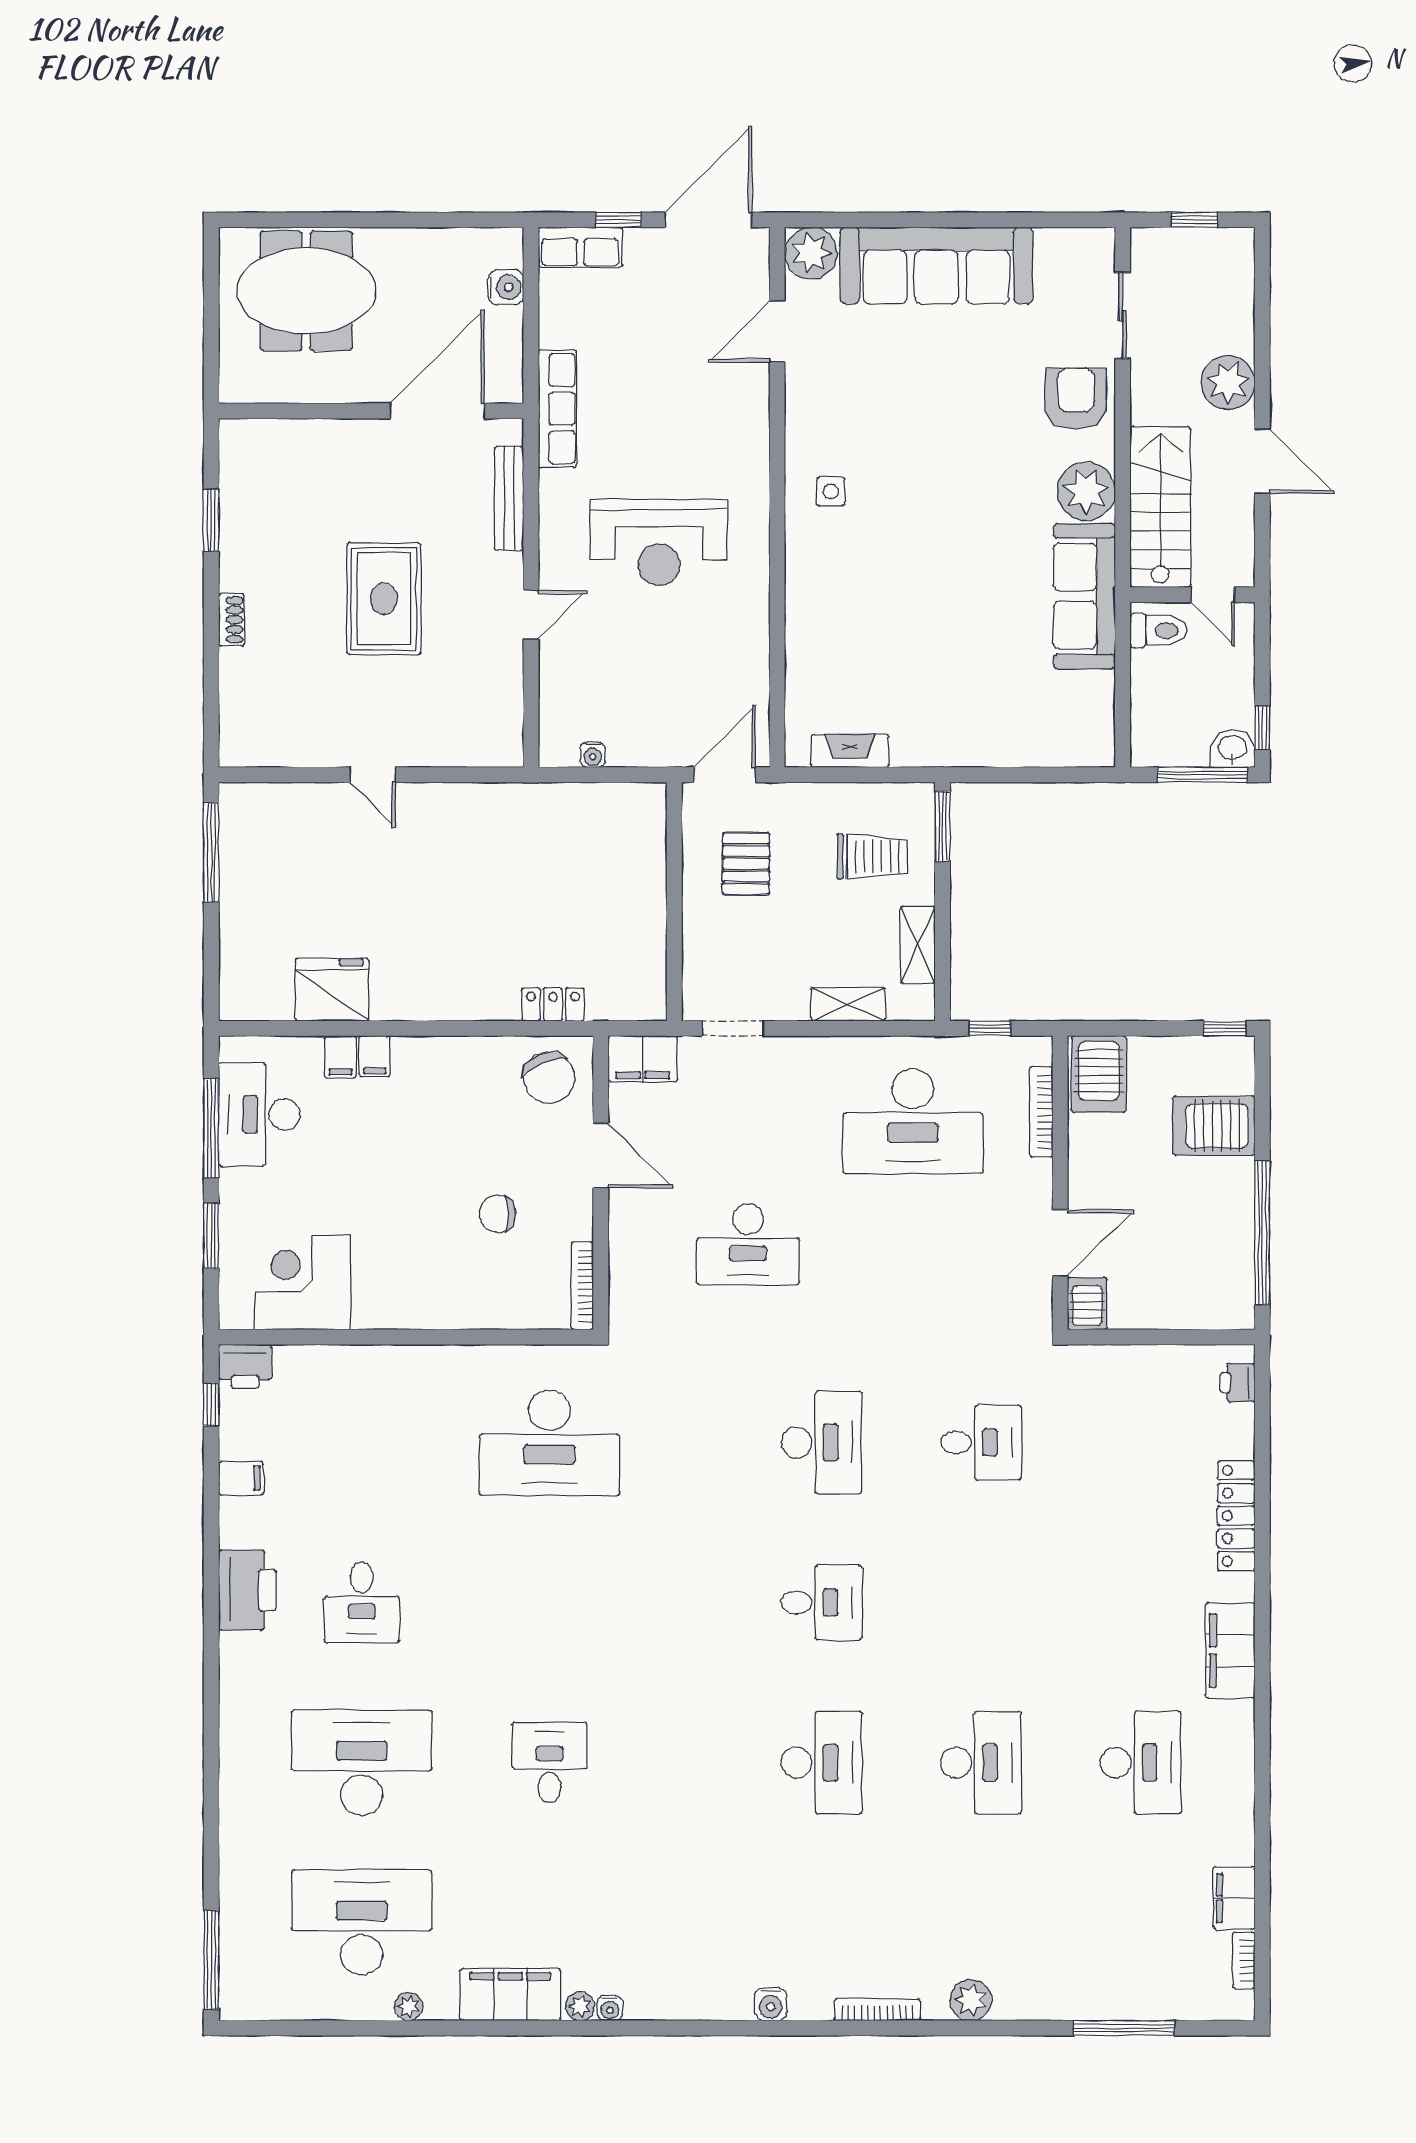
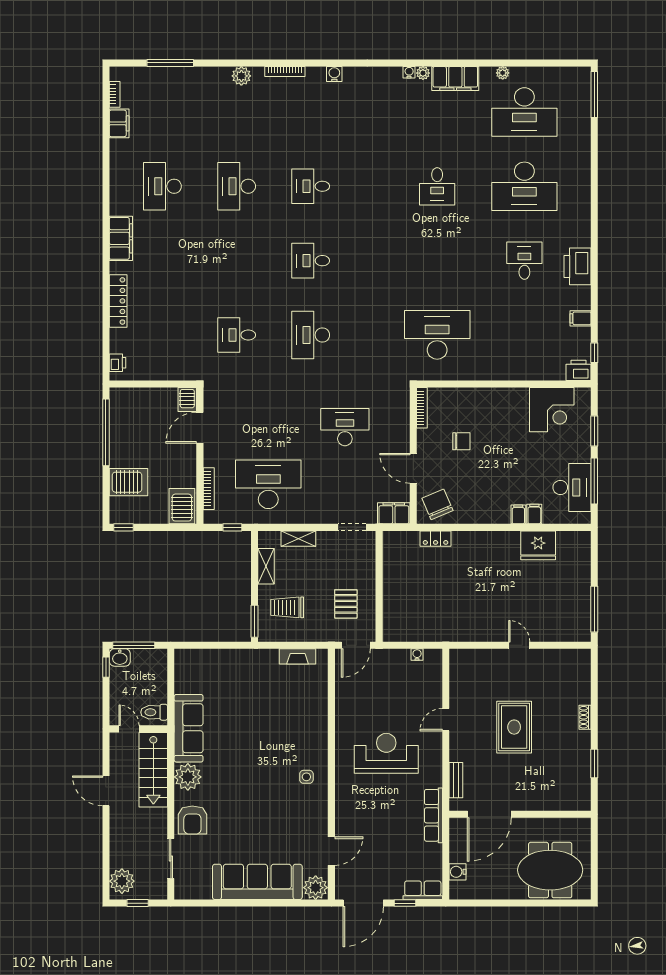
plant: (1228, 383) -> (122, 881), moved
bench: (509, 499) -> (456, 780), width x0.73
desk: (822, 1763) -> (311, 186), width x0.73

